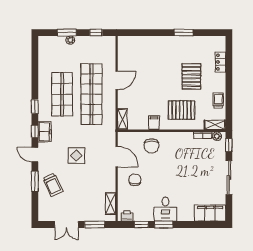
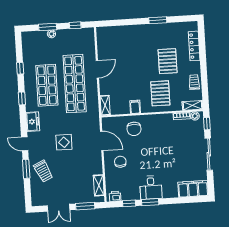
locker: (220, 62) -> (194, 46), width x1.53
pallet: (182, 110) -> (160, 93), turned 90
window: (35, 131) -> (20, 68), moved

